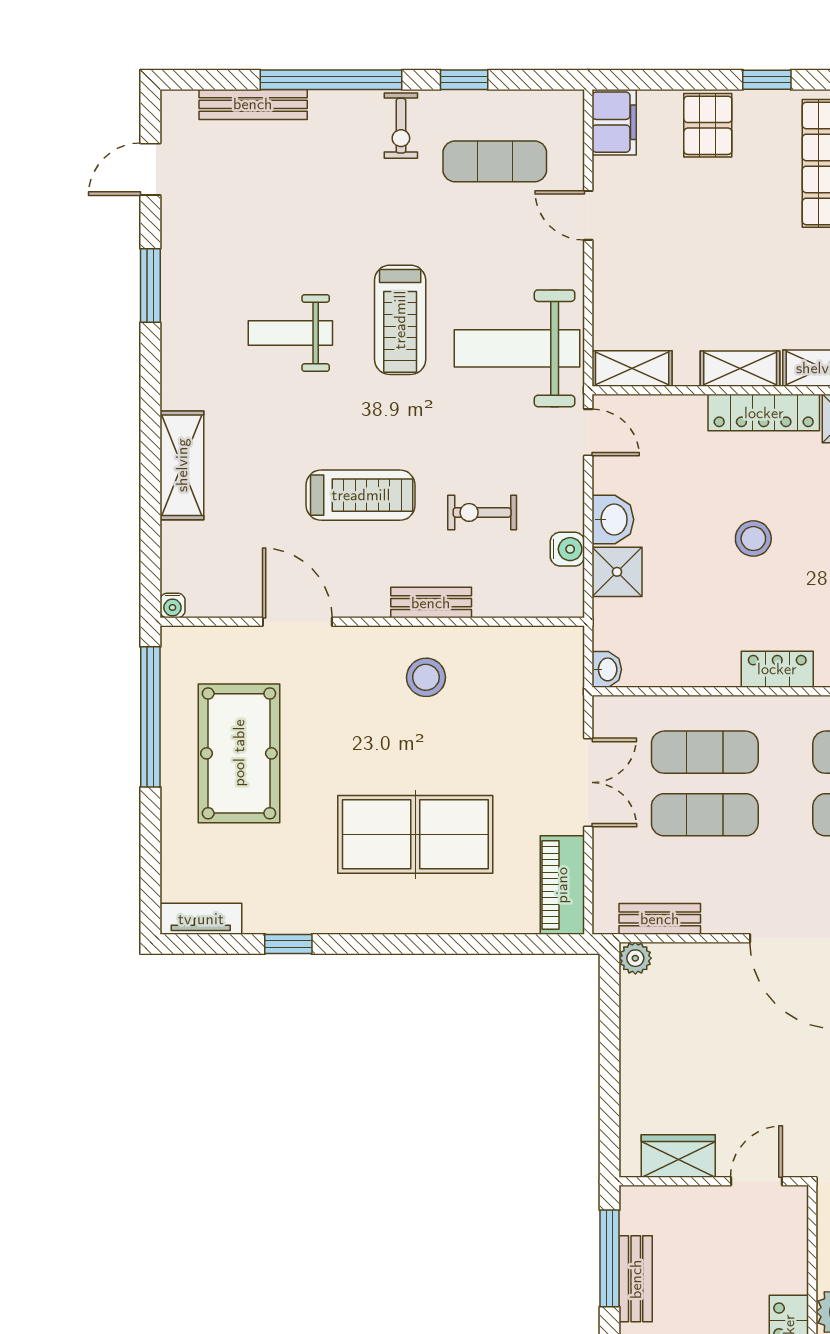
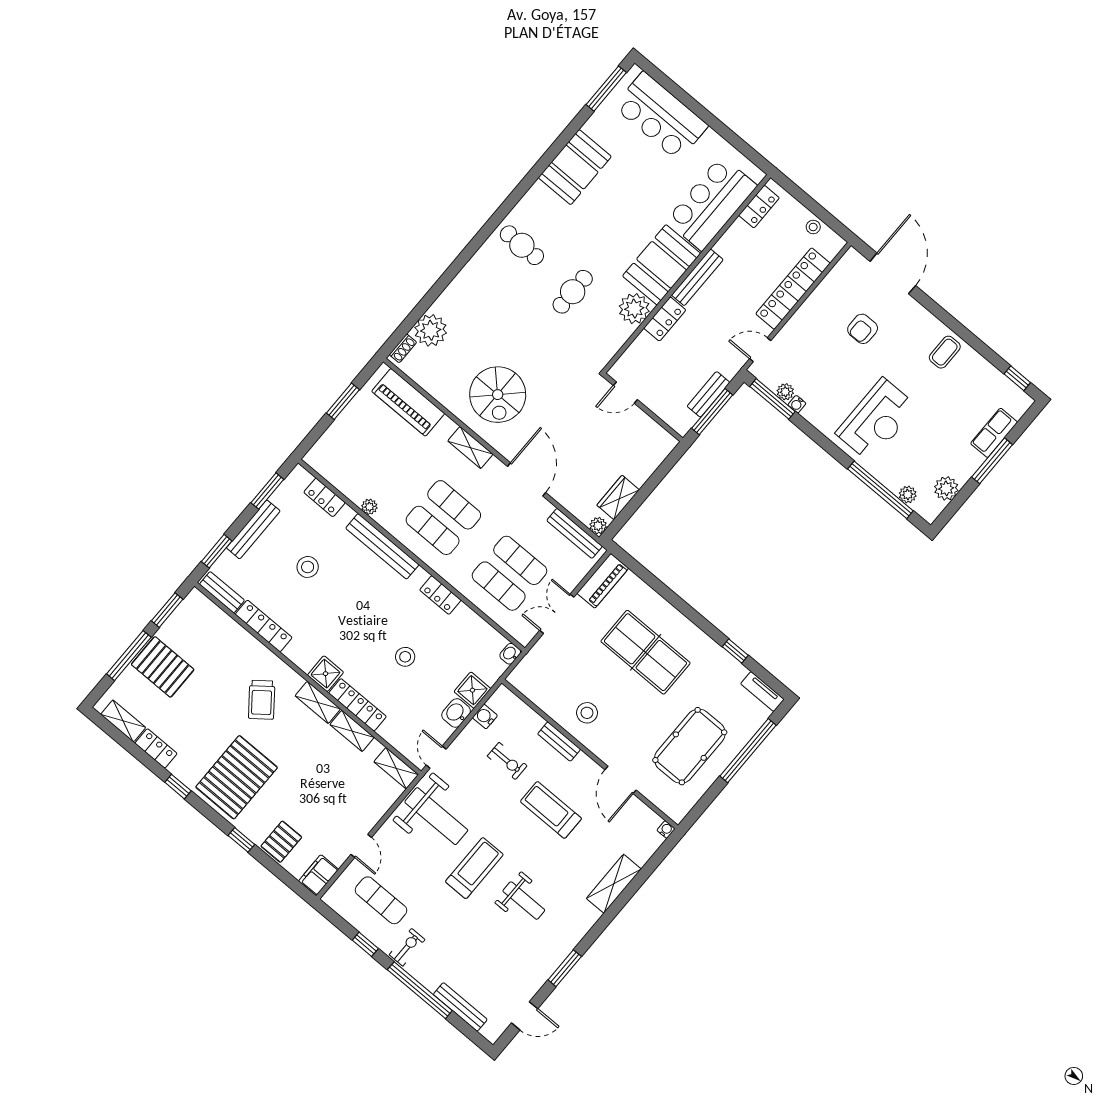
window: (150, 717) -> (748, 751), moved
bench: (660, 919) -> (575, 533), width x1.36
wardrobe: (678, 1156) -> (618, 497), moved, turned 90

